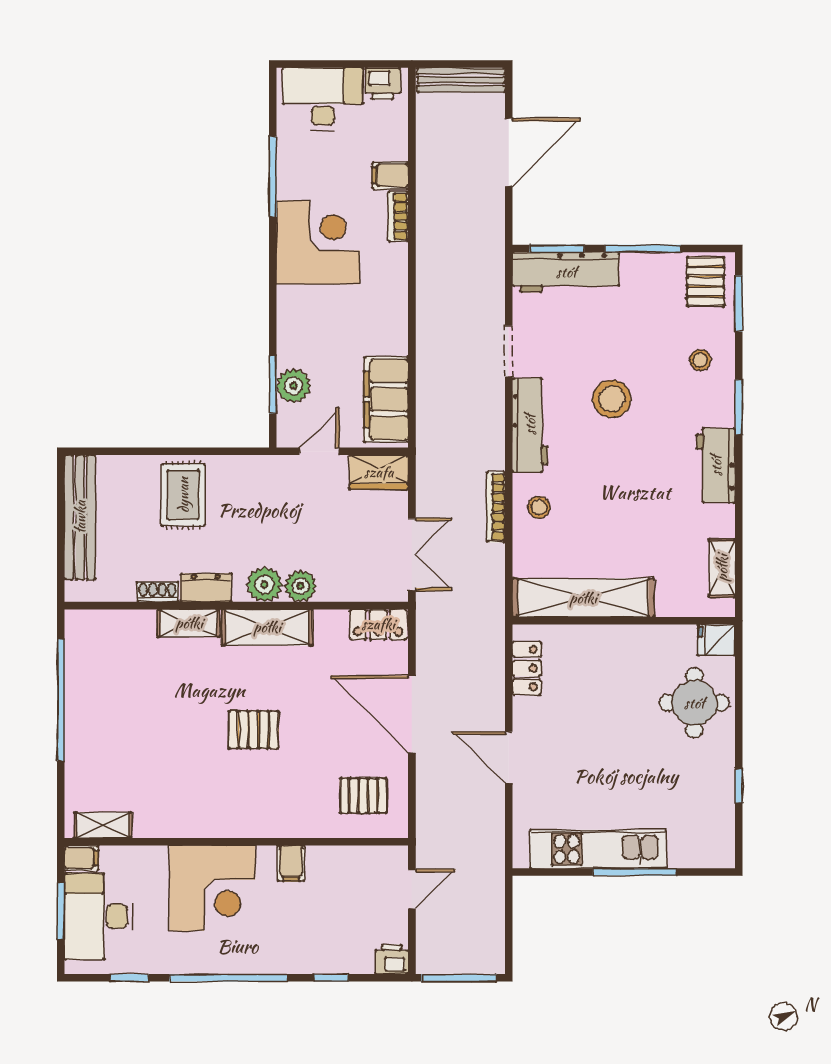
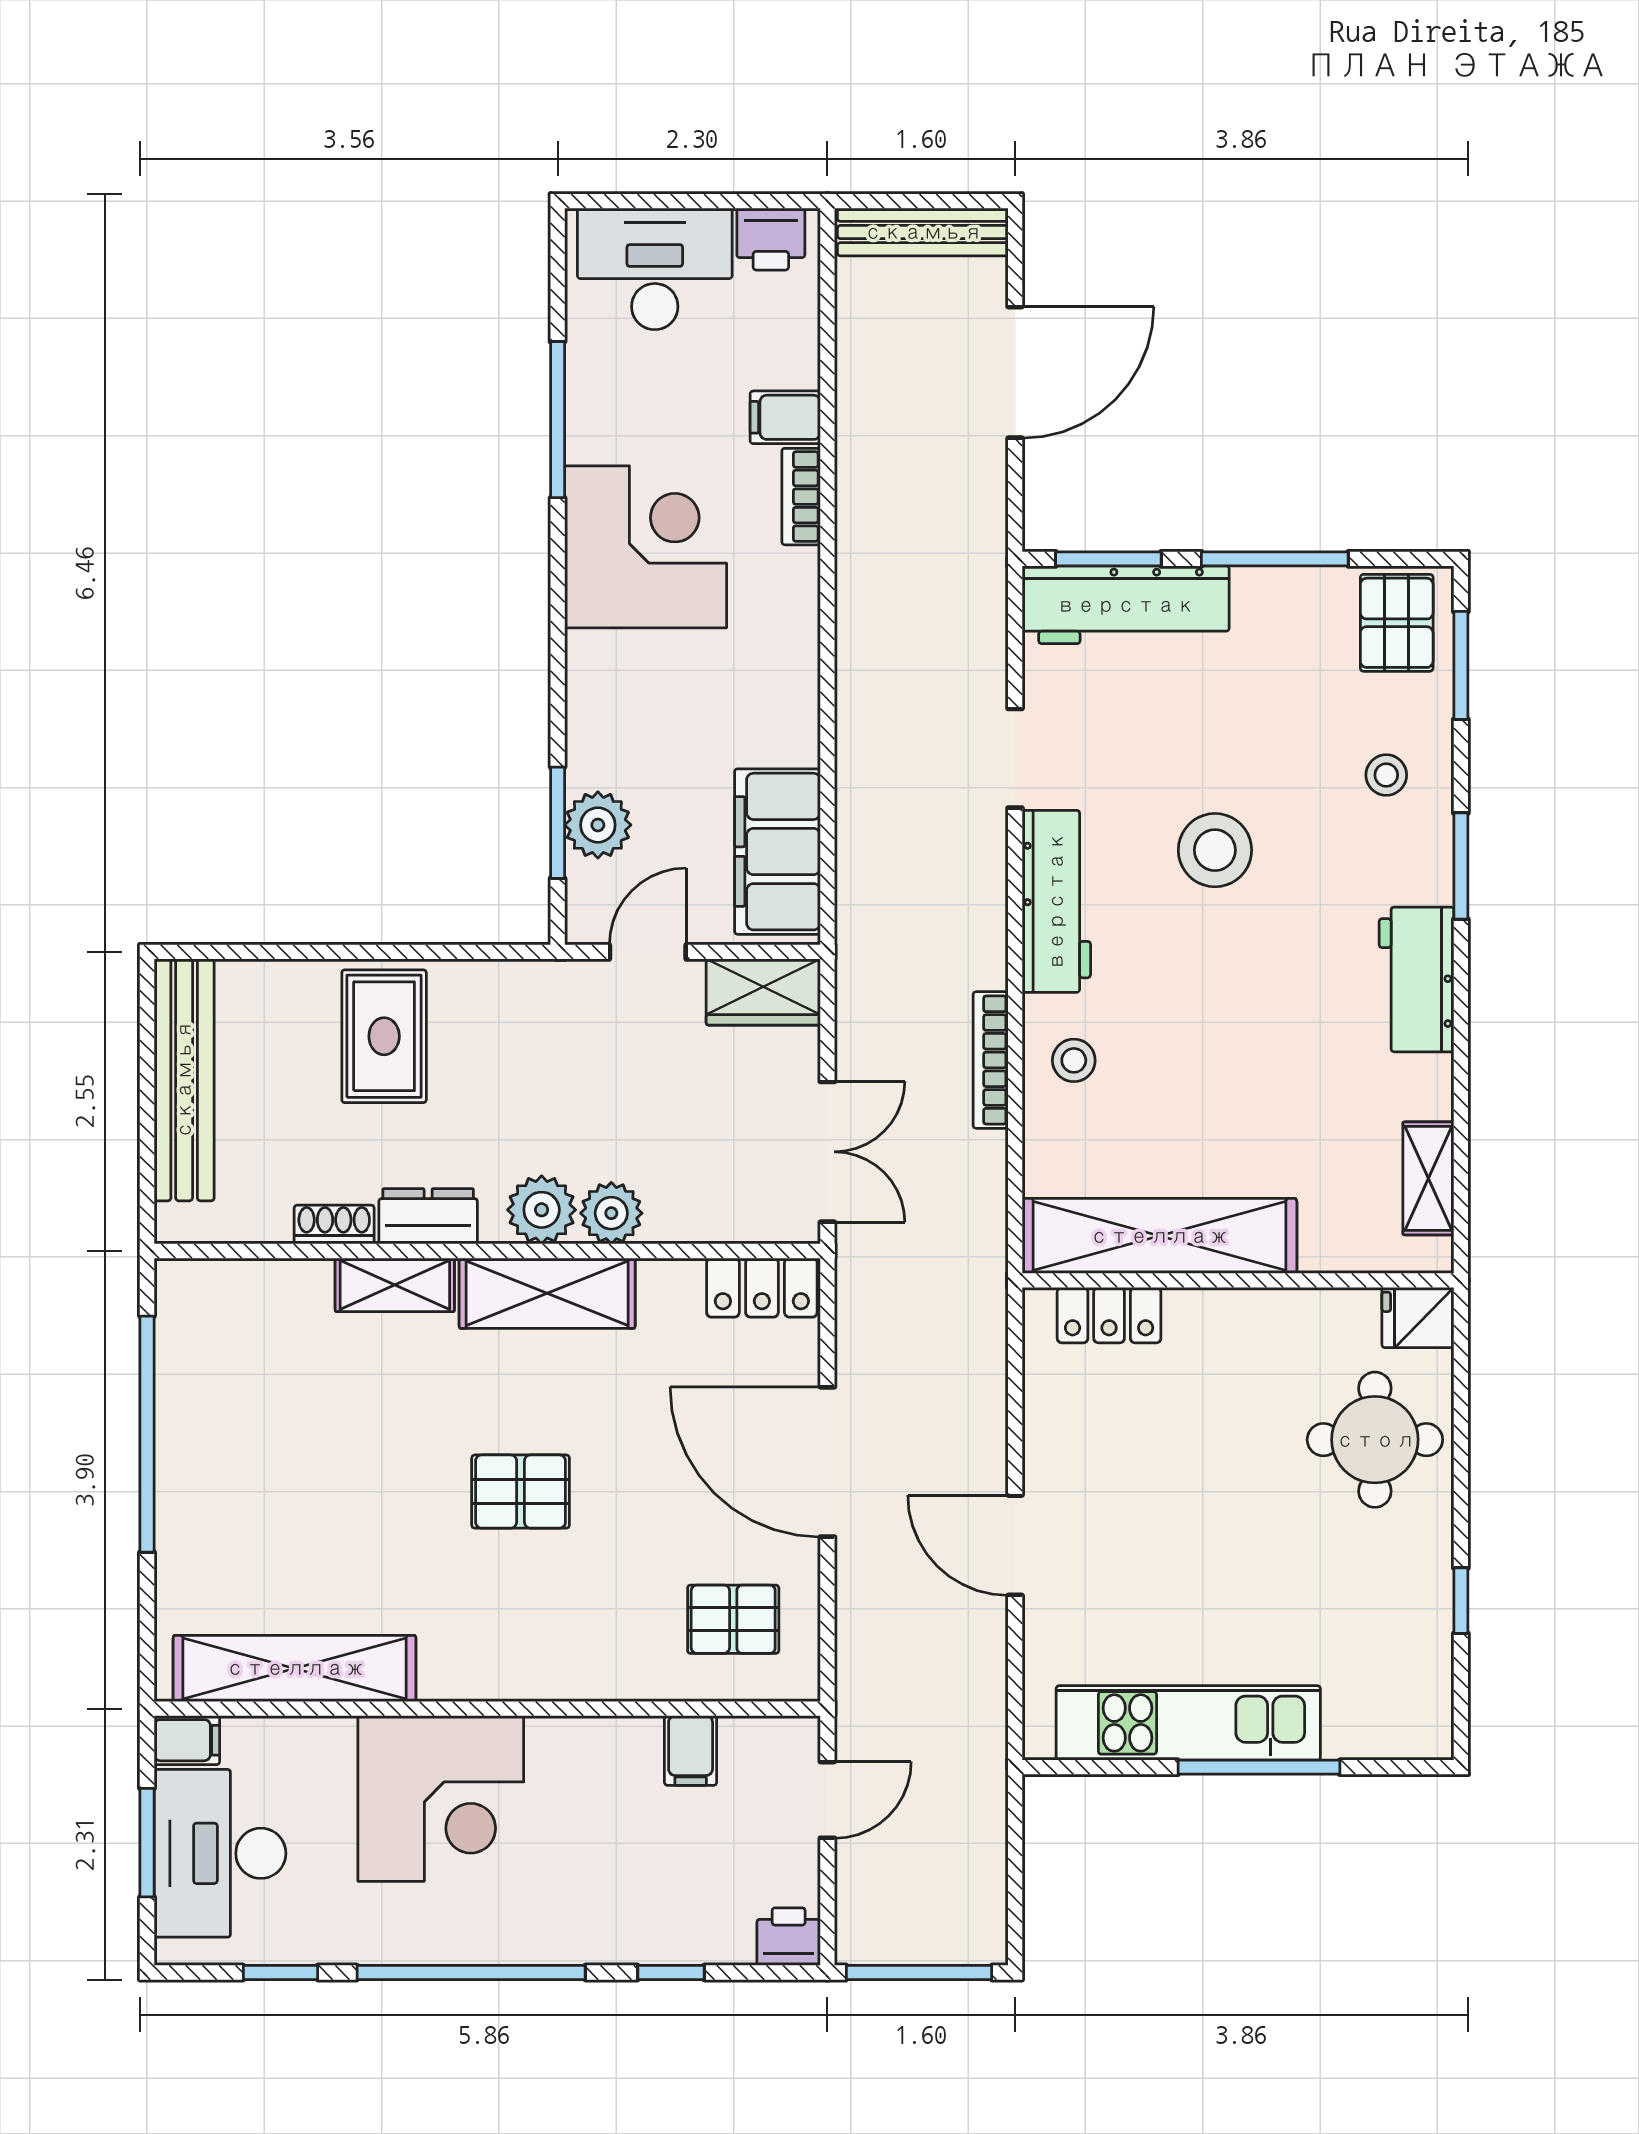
locker: (527, 668) -> (1109, 1315), moved, turned 90
shelving: (103, 825) -> (295, 1668), width x2.20, depth x1.33
filing cabinet: (291, 863) -> (691, 1750), moved

